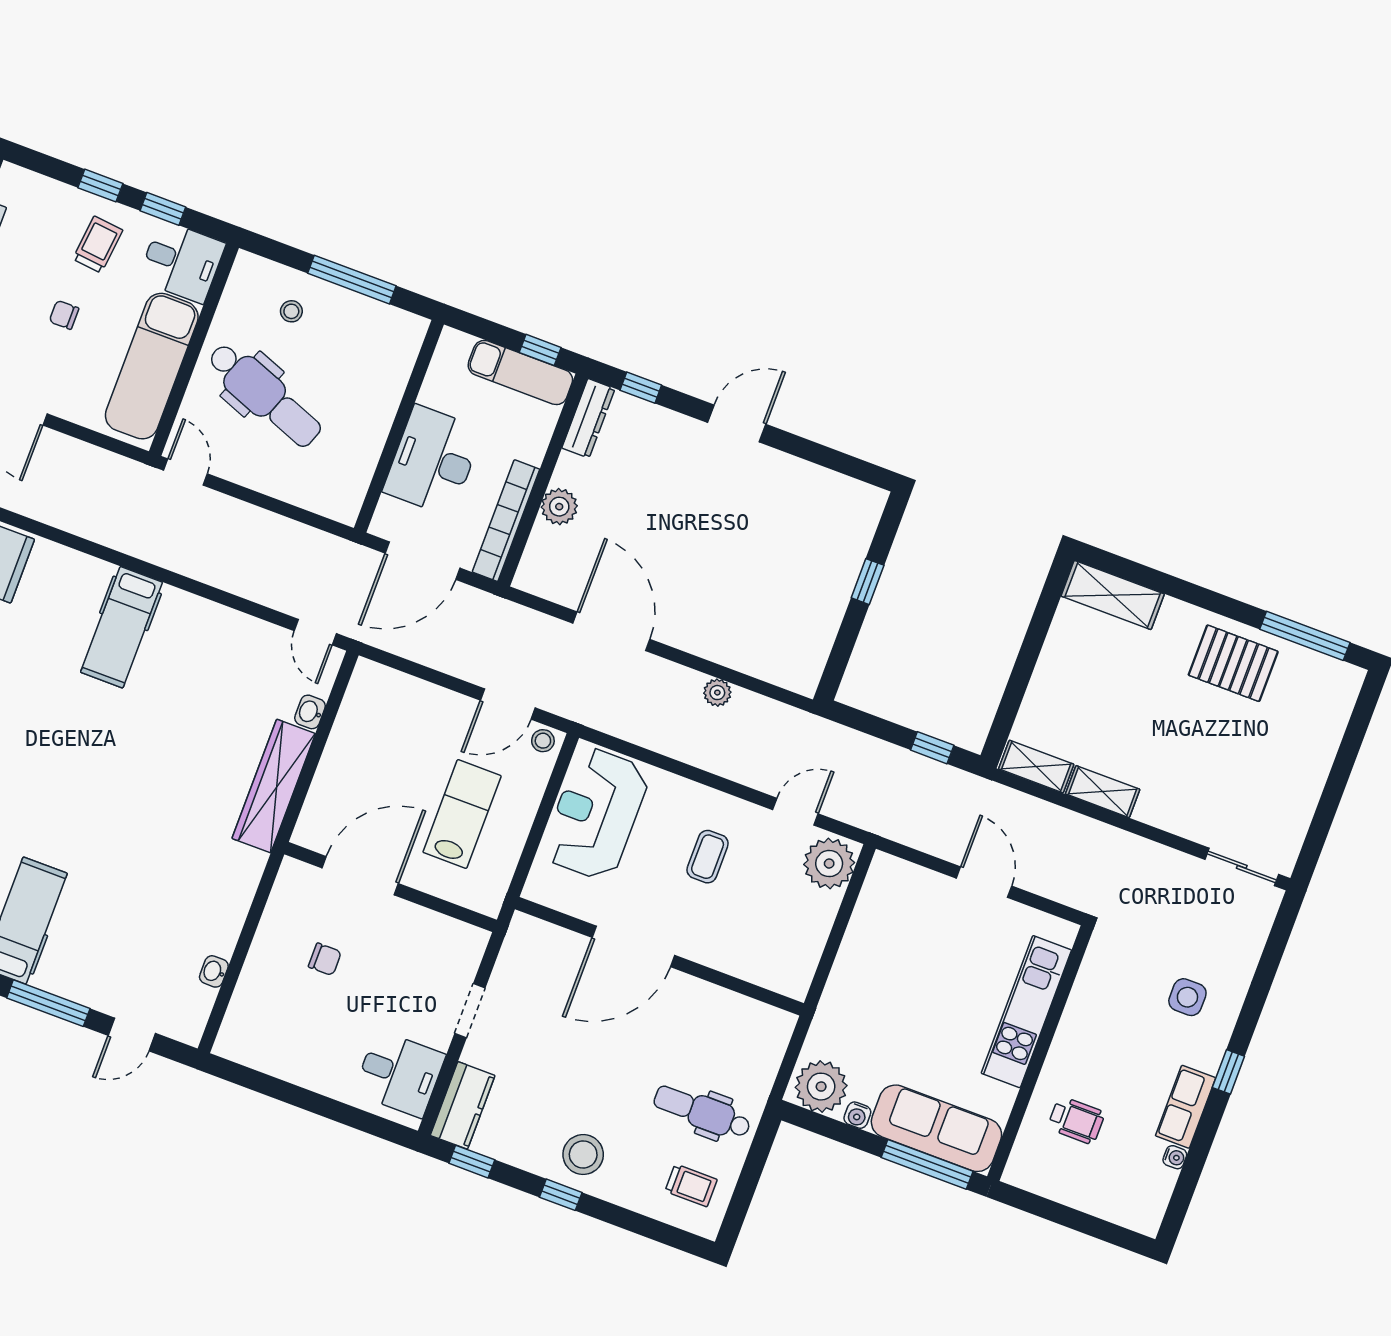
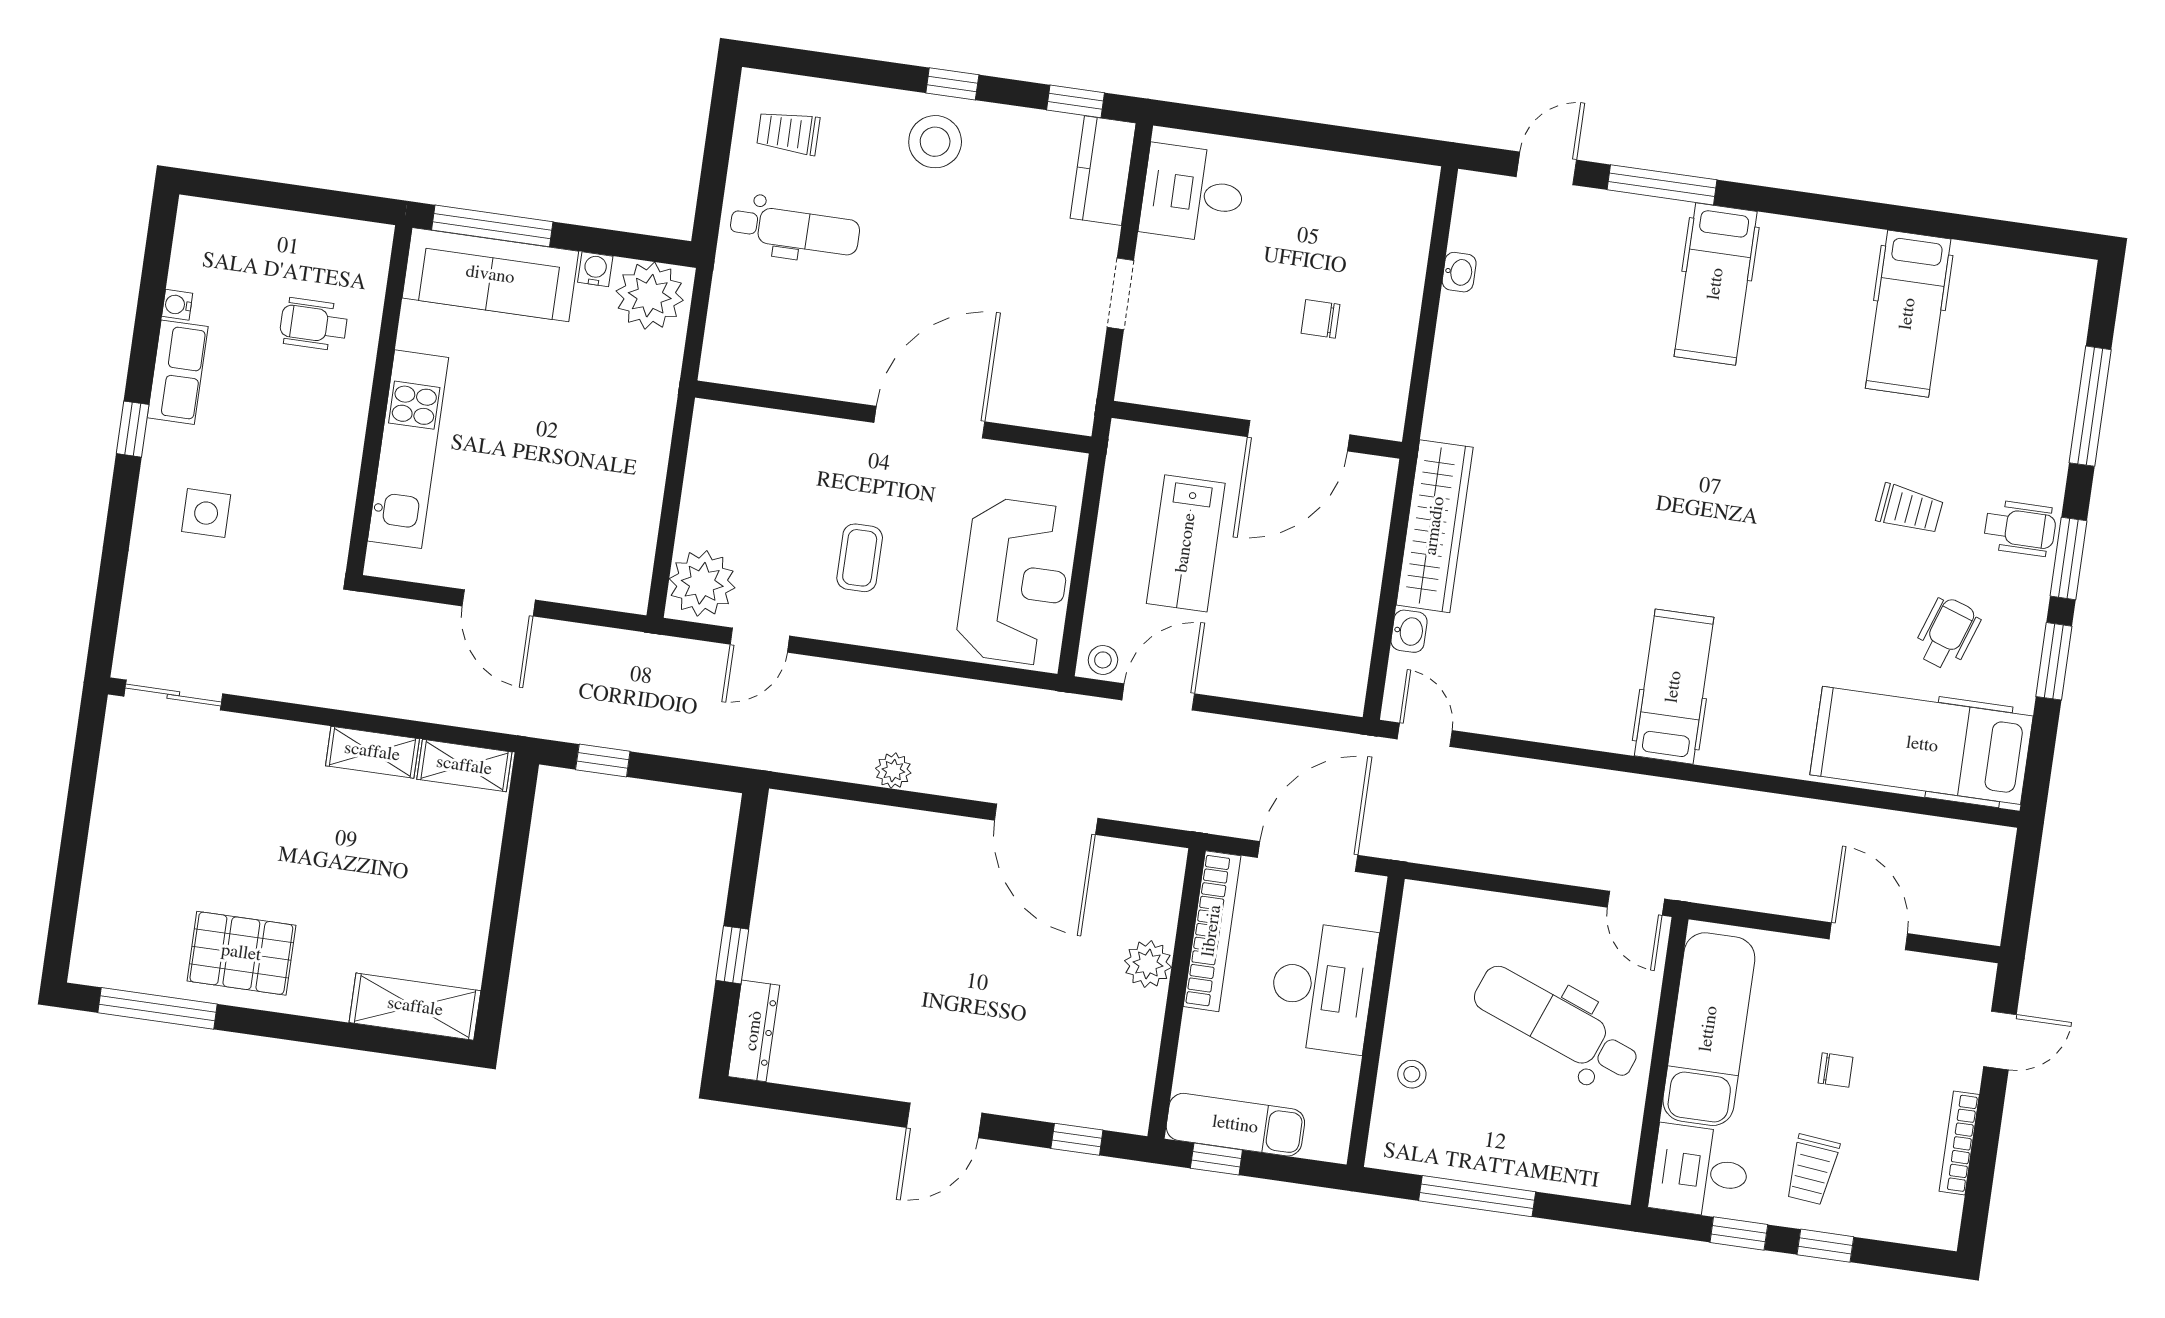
stool: (291, 311) -> (1412, 1074), moved
dresser: (588, 418) -> (754, 1031), moved, turned 180

